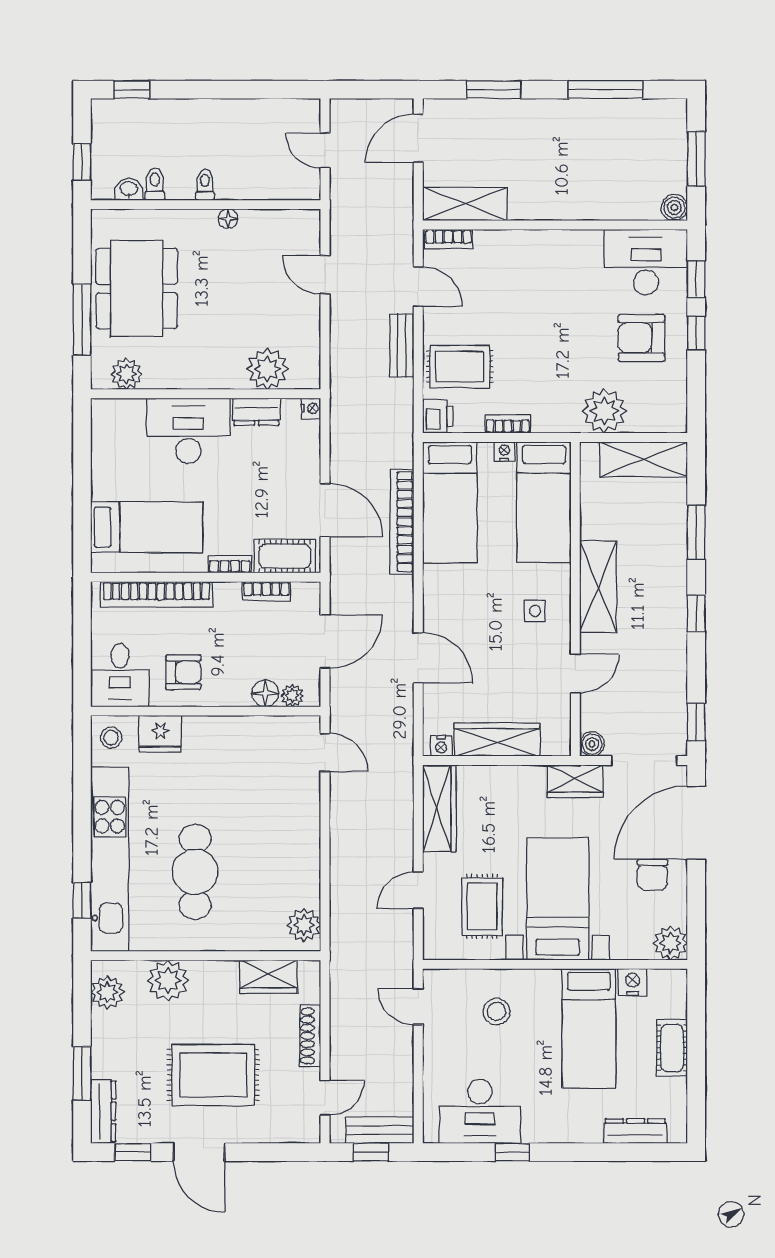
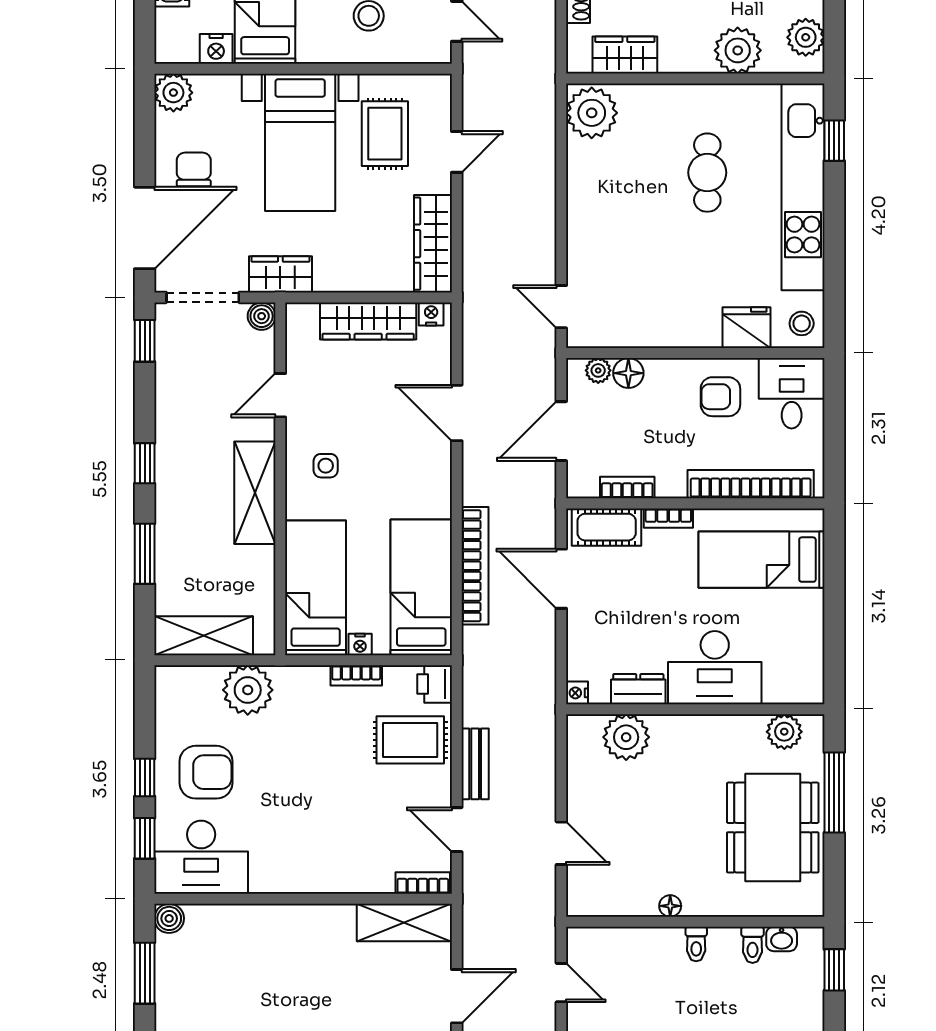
cafe table: (195, 872) -> (707, 173), width x0.73, depth x0.74
plant: (304, 925) -> (592, 113), width x1.36, depth x1.36

